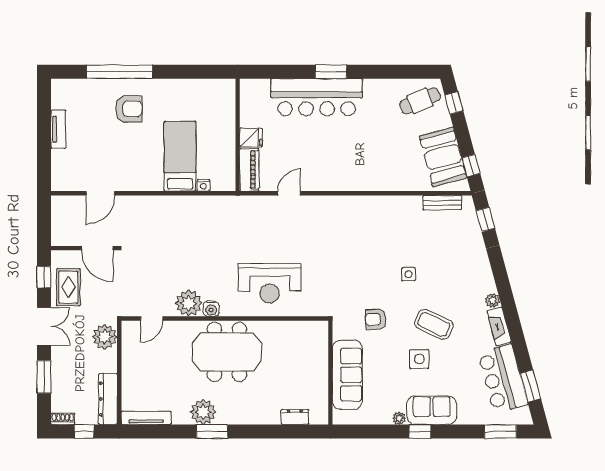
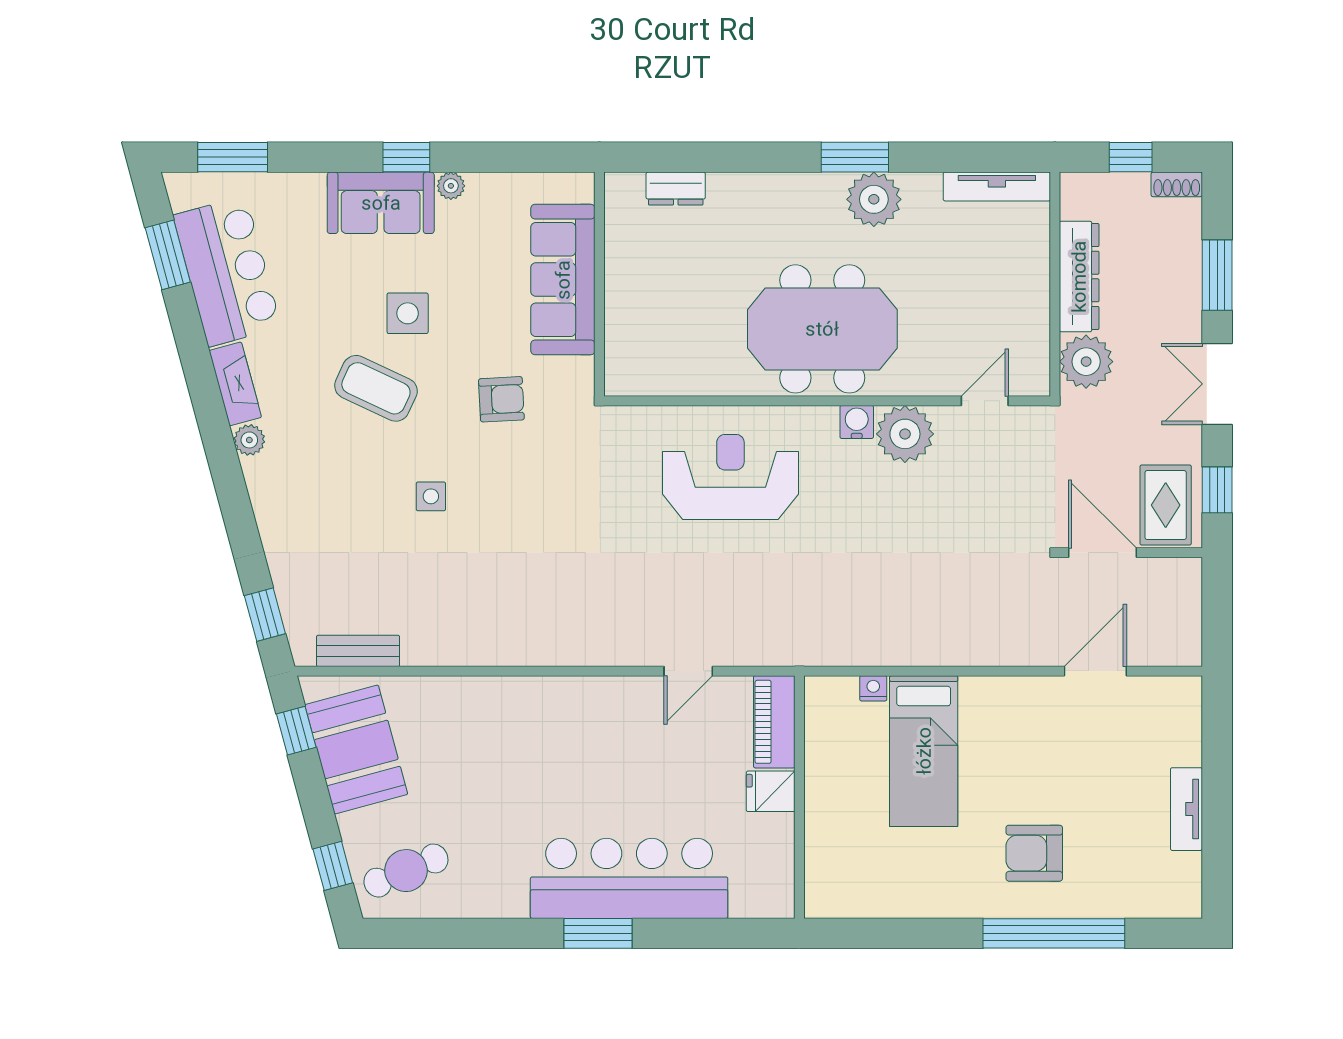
rug: (68, 287) -> (1166, 505), moved
dresser: (108, 399) -> (1079, 277), moved

